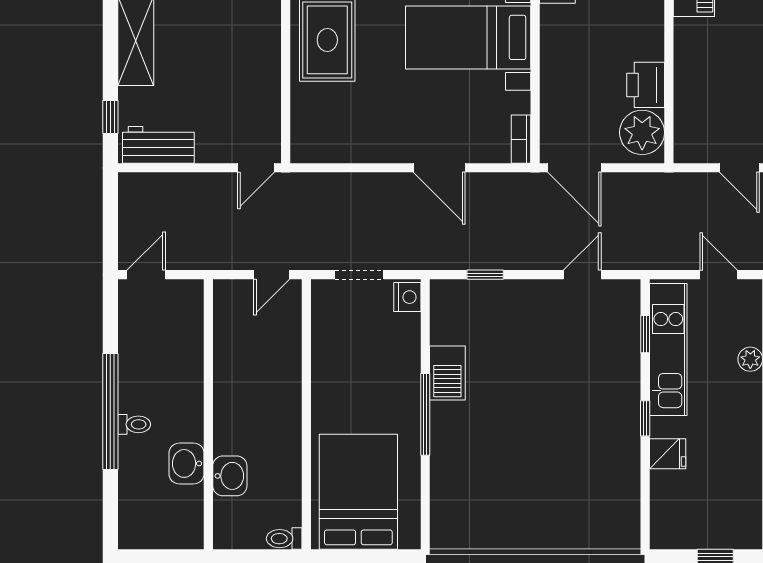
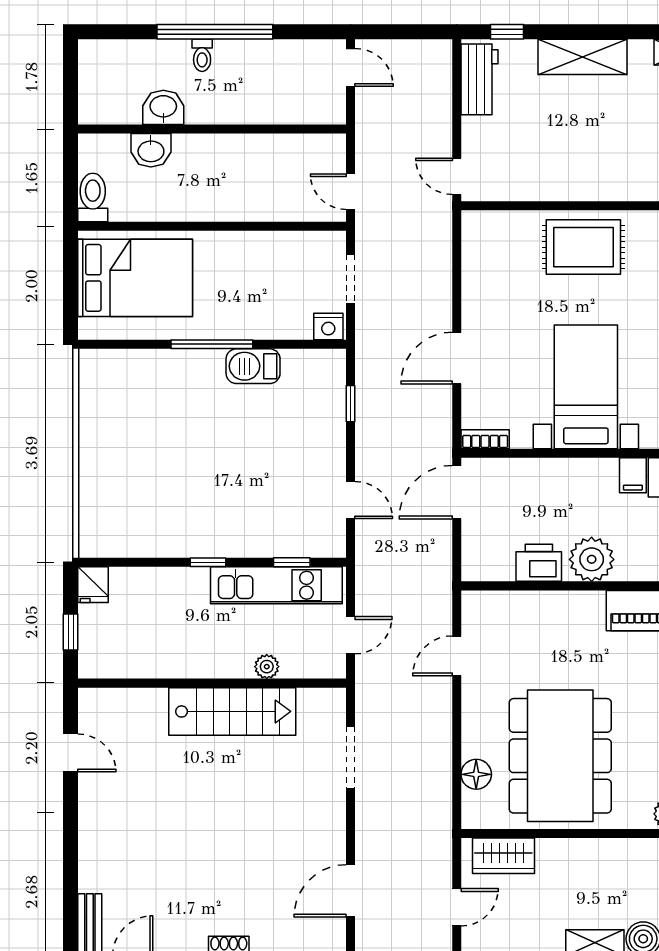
plant: (642, 132) -> (592, 559), moved
fridge: (668, 454) -> (93, 585), moved
toilet: (284, 539) -> (93, 197), width x1.37, depth x1.39

